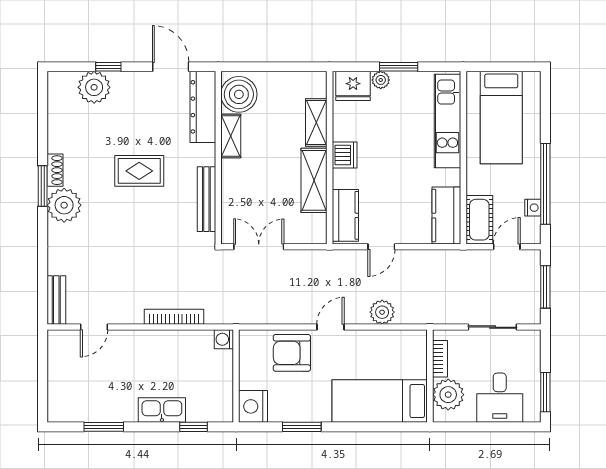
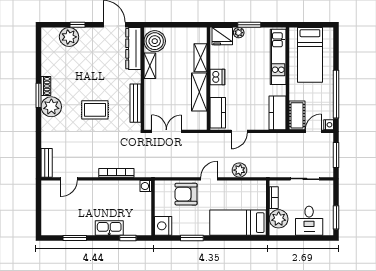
rug: (139, 171) -> (95, 110), moved
nightstand: (533, 208) -> (329, 125), moved

